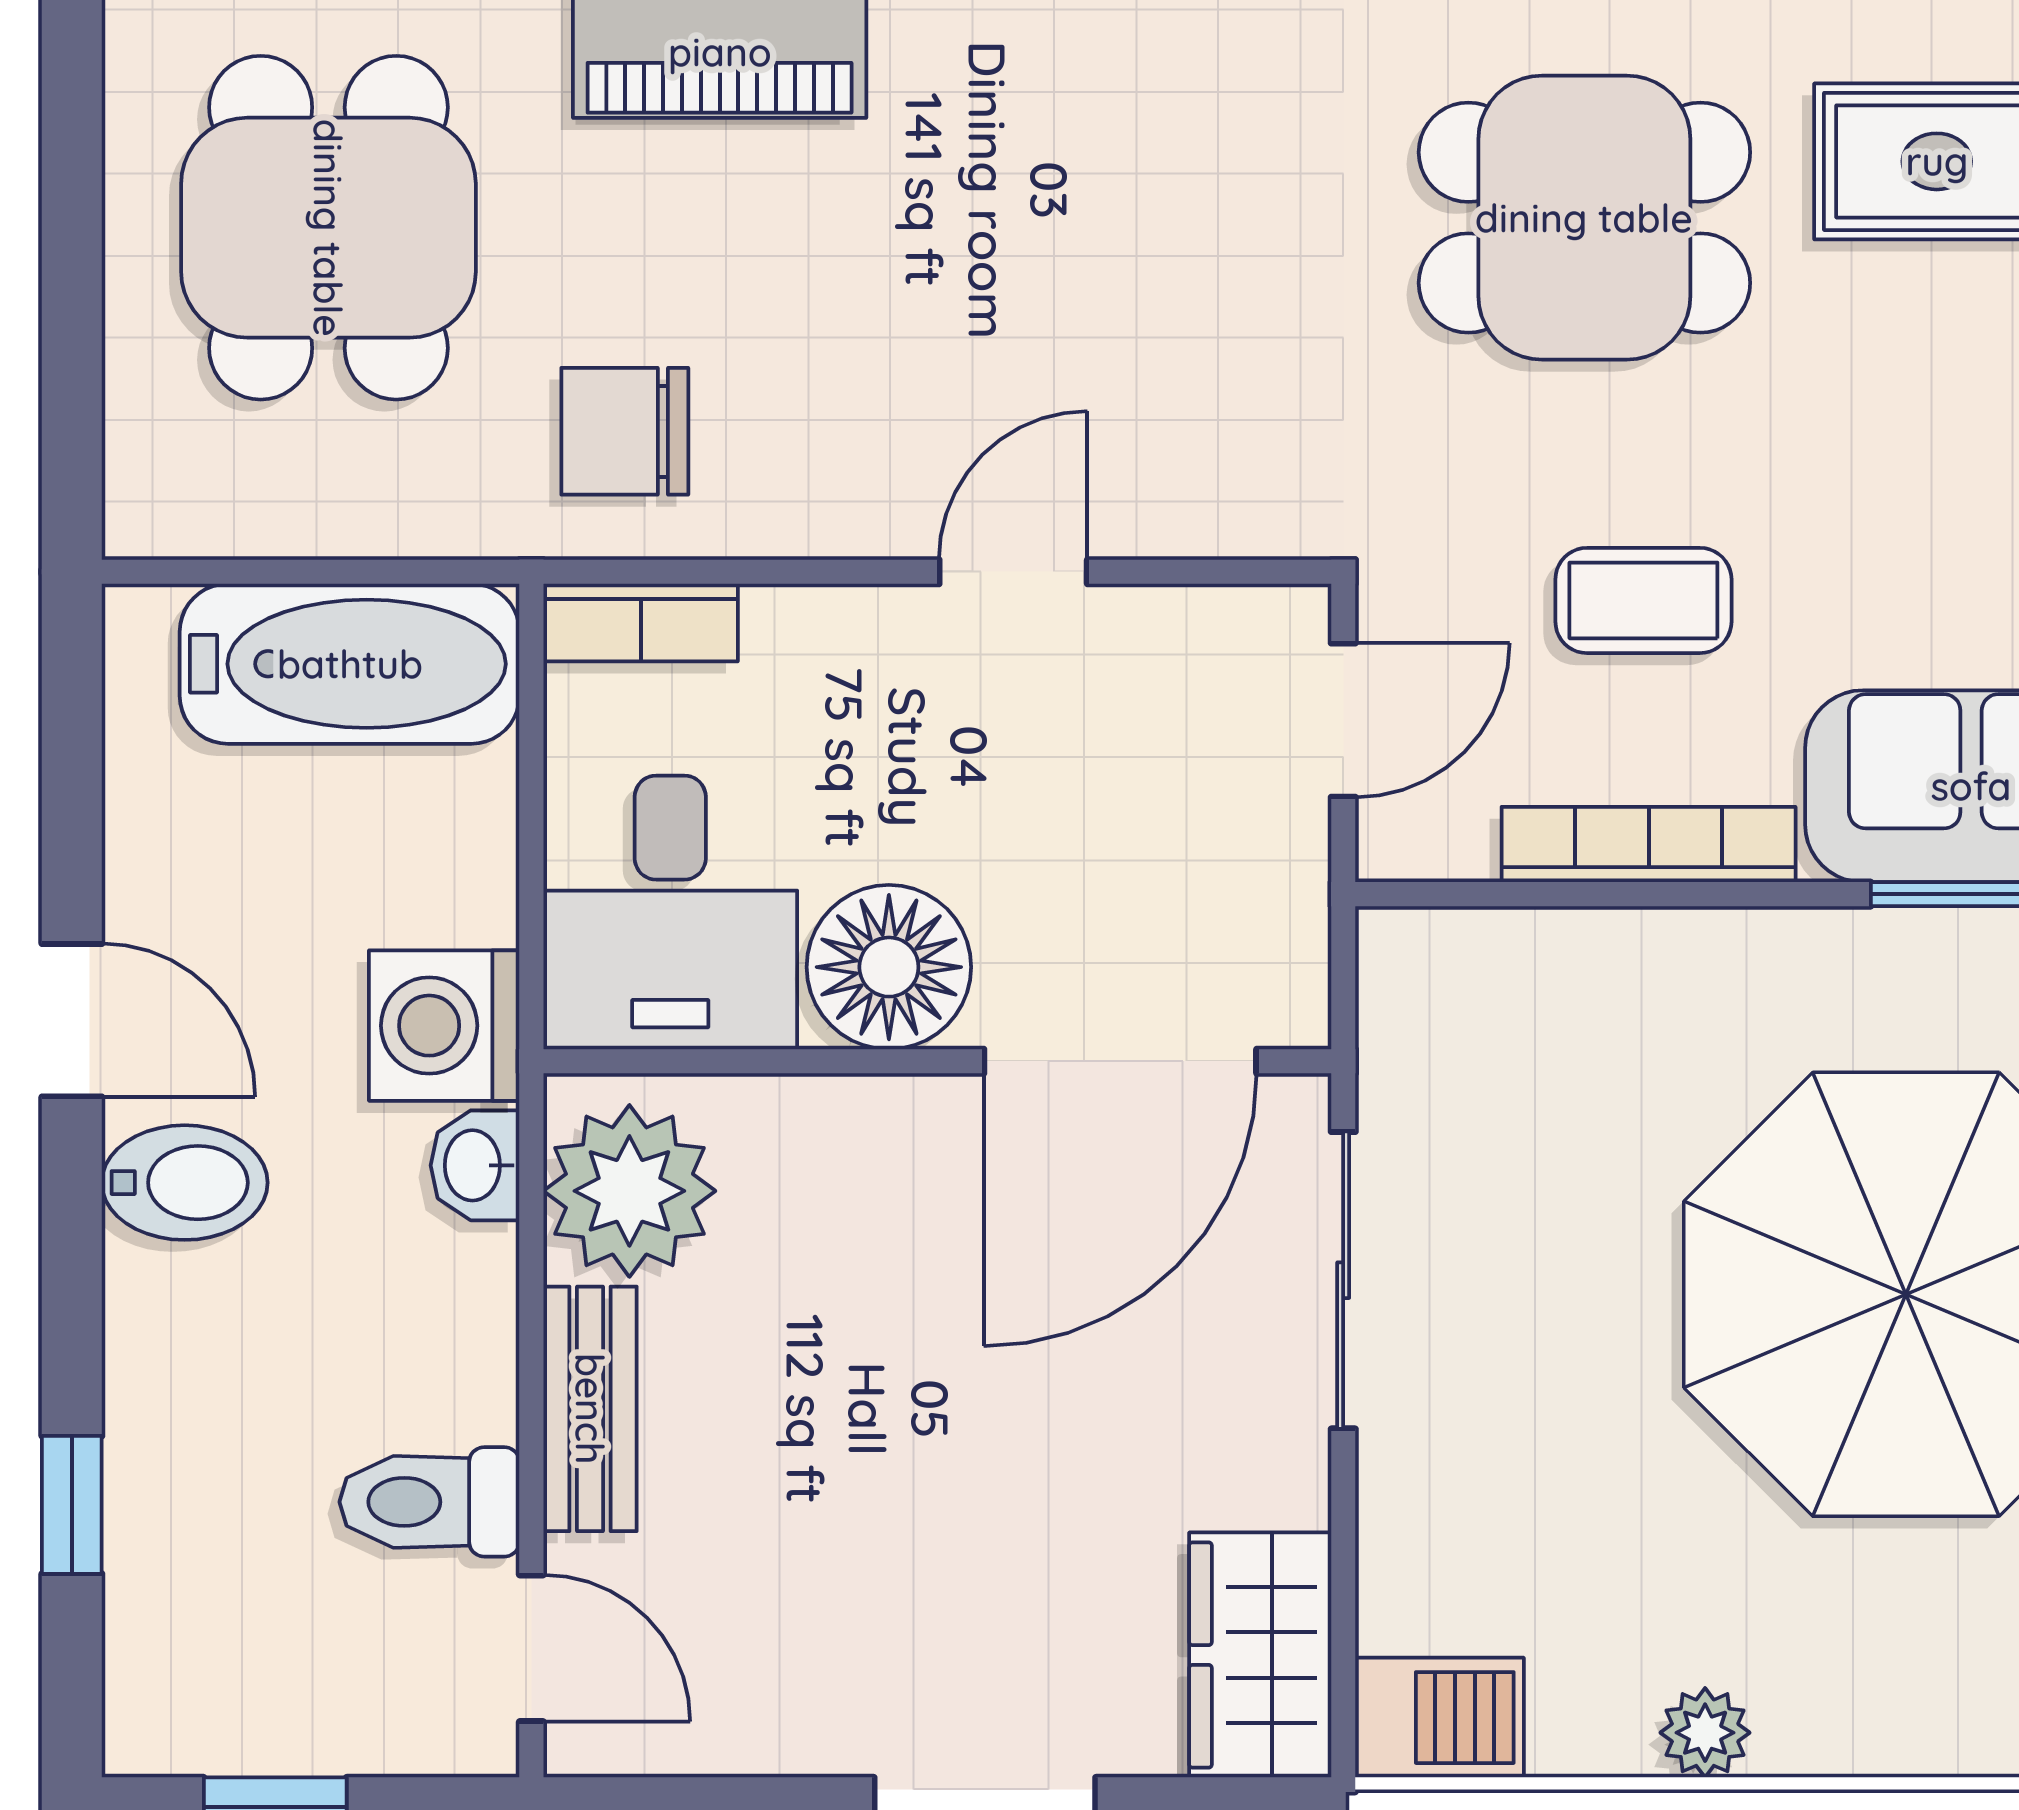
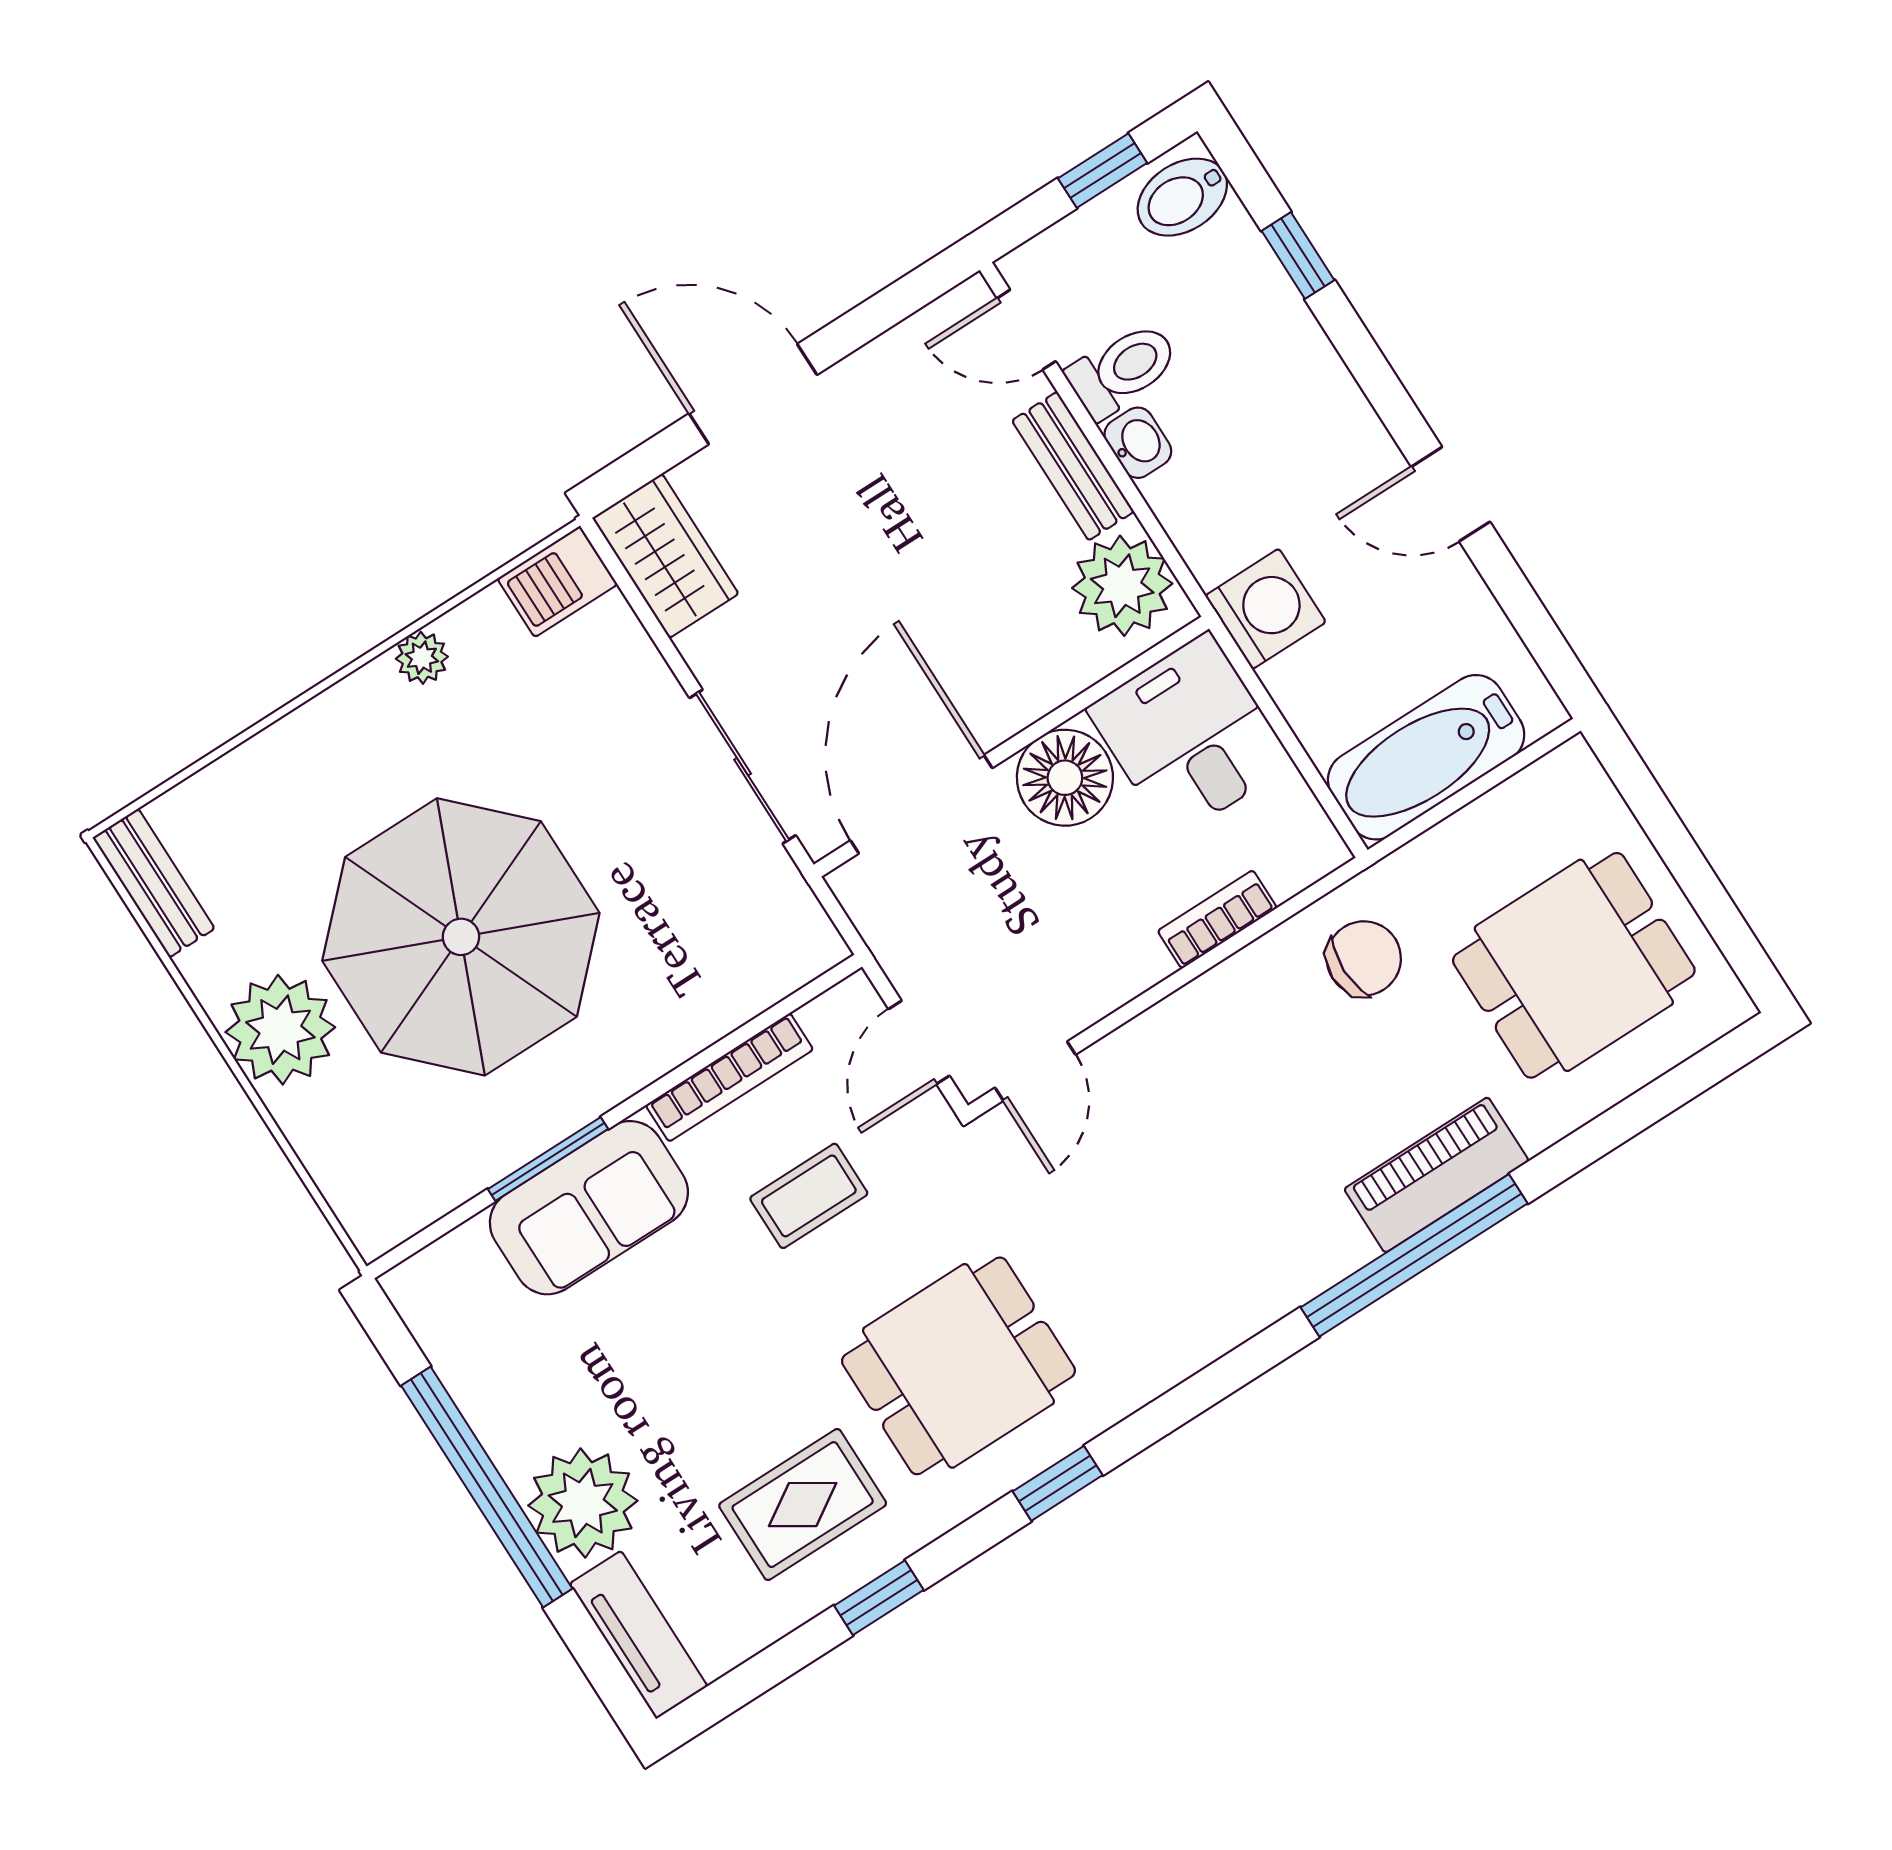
dining table: (328, 228) -> (1574, 965), turned 90
door: (1013, 572) -> (1035, 1071), moved
bookcase: (641, 623) -> (1217, 919), moved
washbasin: (475, 1165) -> (1138, 443), moved
bidet: (185, 1183) -> (1182, 197), moved

